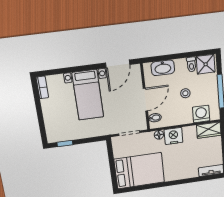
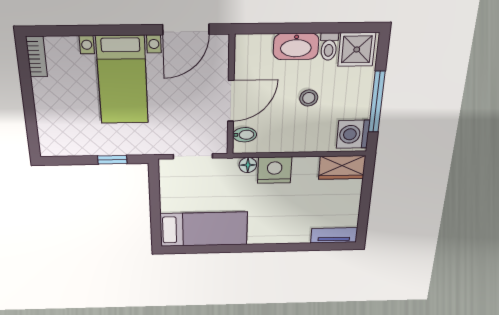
washbasin: (163, 68) -> (296, 46), moved
washing machine: (201, 114) -> (353, 134), moved, turned -90
window: (65, 144) -> (112, 160), moved
bed: (139, 171) -> (204, 229), width x0.67

